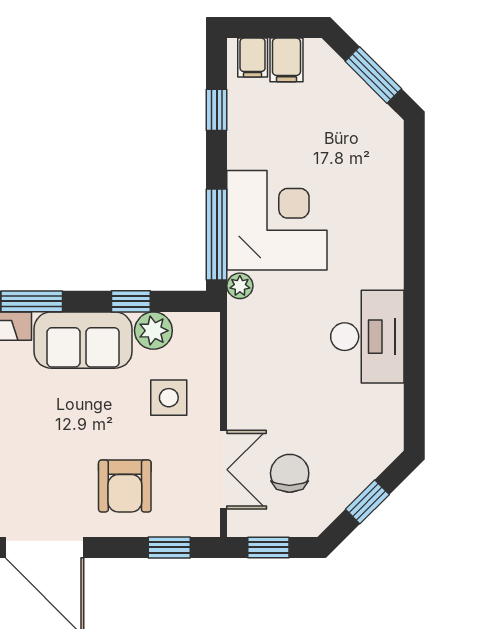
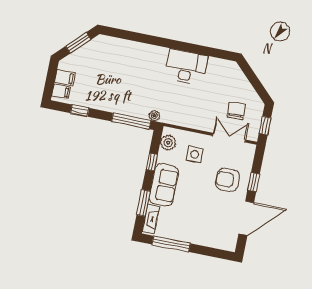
corner desk: (277, 220) -> (130, 95), removed
plant: (153, 331) -> (168, 143), moved
chair: (290, 473) -> (236, 111), turned 88
armchair: (125, 486) -> (228, 180), turned 180
window: (367, 502) -> (254, 81), removed
window: (169, 547) -> (254, 182), moved

